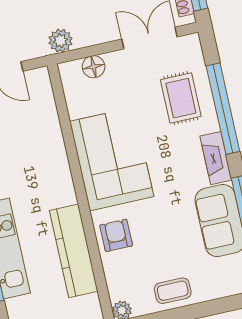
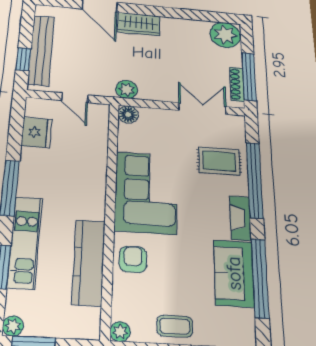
floor lamp: (94, 67) -> (128, 114), moved
rug: (181, 98) -> (219, 161), turned 90

